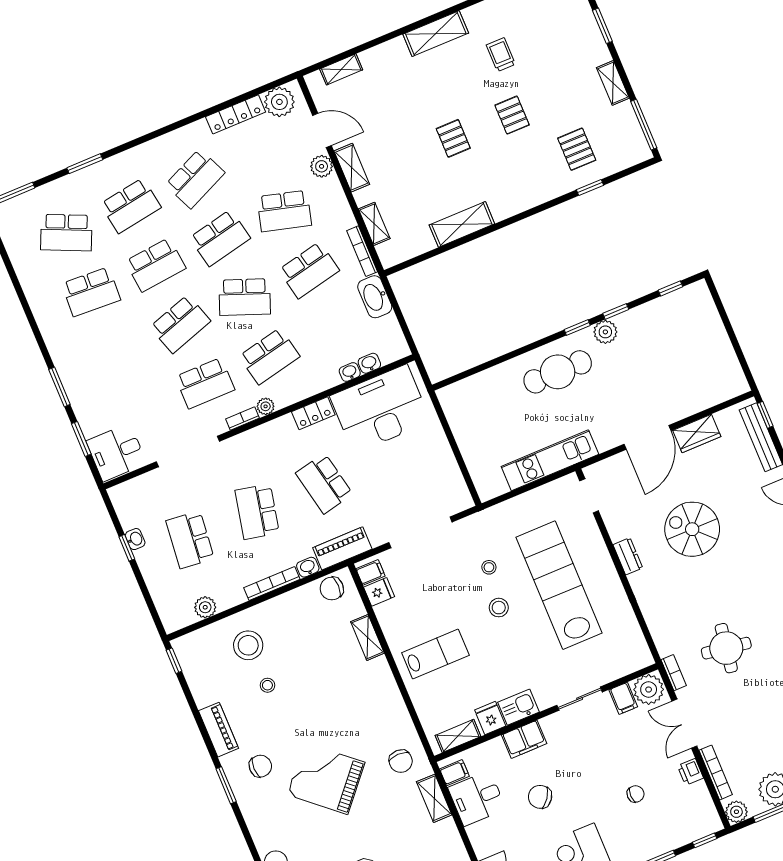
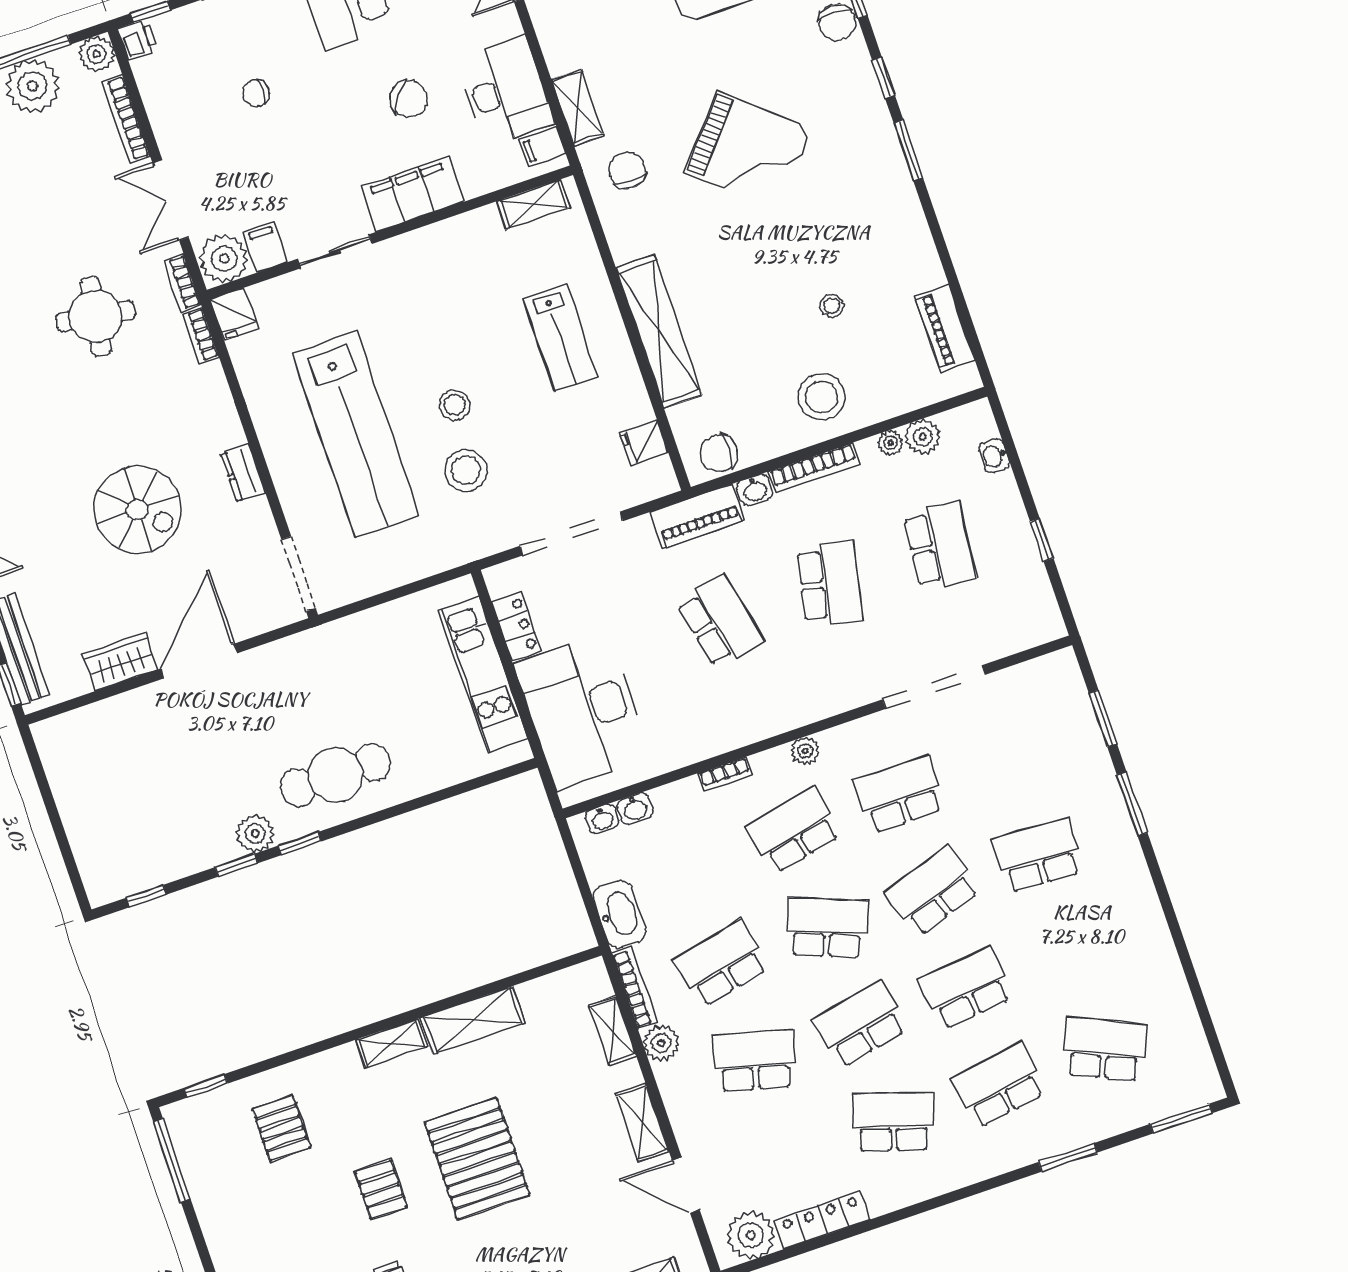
shelving: (613, 83) -> (392, 1043), moved, turned 90
pallet: (453, 138) -> (477, 1159), width x2.05, depth x2.00
plant: (322, 166) -> (661, 1043), moved
school desk: (195, 179) -> (894, 1122), turned 42
window: (590, 187) -> (206, 1086), moved
school desk: (91, 292) -> (1038, 855), moved
washbasin: (350, 372) -> (602, 819), moved
desk: (380, 409) -> (582, 711), moved, turned 90
locker: (313, 413) -> (517, 626), moved, turned 90
bookcase: (243, 419) -> (725, 774), moved
desk: (116, 452) -> (1048, 693), removed
kitchen unit: (550, 460) -> (483, 674), moved, turned 90
doorway: (589, 496) -> (299, 574), width x1.38
washbasin: (135, 539) -> (994, 456), moved
stool: (489, 567) -> (466, 470), width x1.89, depth x1.89
filing cabinet: (371, 572) -> (655, 475), removed
chair: (332, 588) -> (719, 453), turned 180
plant: (225, 602) -> (891, 443), added
shelving: (367, 637) -> (659, 331), width x2.20, depth x1.33
bookcase: (660, 640) -> (201, 336), added
stool: (248, 645) -> (822, 397), moved
lab bench: (435, 654) -> (560, 338), turned -90
window: (174, 661) -> (883, 78), moved
kitchen sink: (519, 707) -> (433, 244), removed
fridge: (490, 718) -> (234, 314), moved
double door: (684, 724) -> (171, 200), swing flipped
piano: (218, 730) -> (945, 328), moved
filing cabinet: (524, 739) -> (412, 194), width x1.50, depth x1.17
chair: (260, 766) -> (852, 177), removed
printer: (690, 772) -> (138, 40), moved
desk: (477, 798) -> (505, 91), width x1.37

